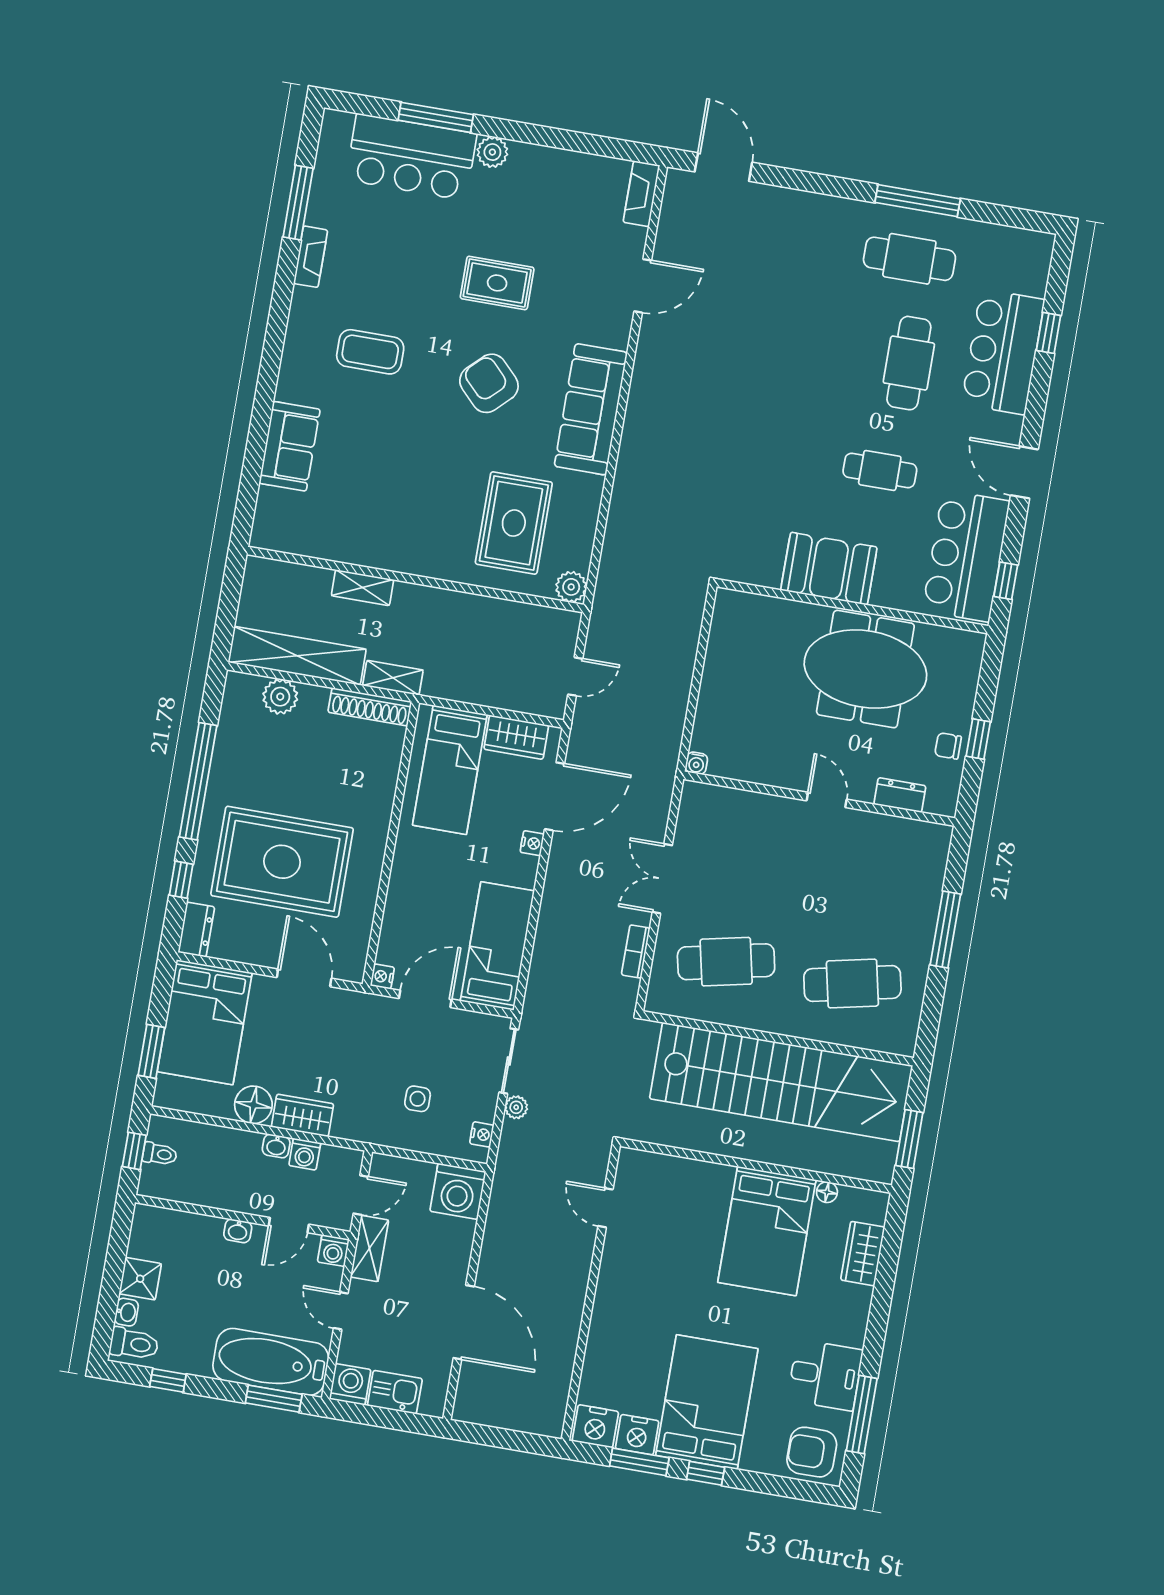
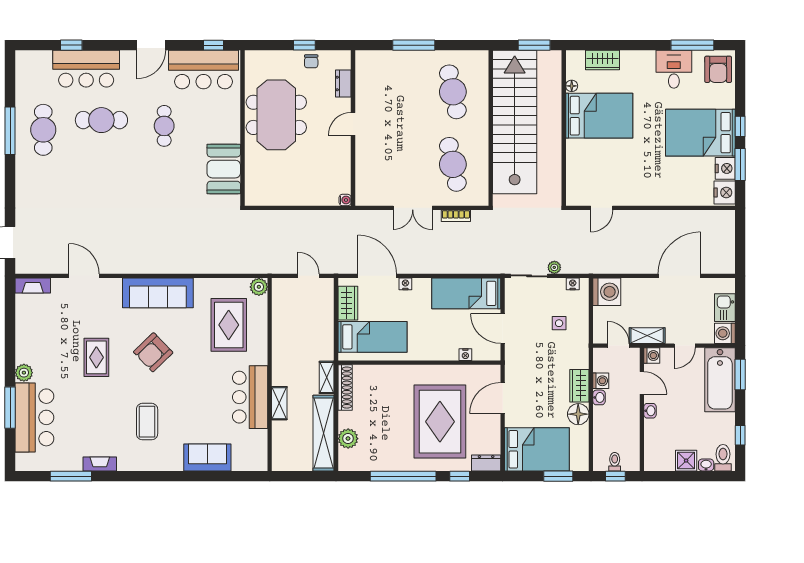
rug: (514, 523) -> (229, 325), turned 90
bar counter: (382, 539) -> (250, 397), added
booth: (829, 569) -> (224, 169), moved
nightstand: (382, 976) -> (465, 355), moved

